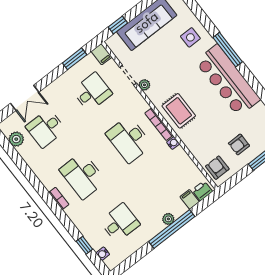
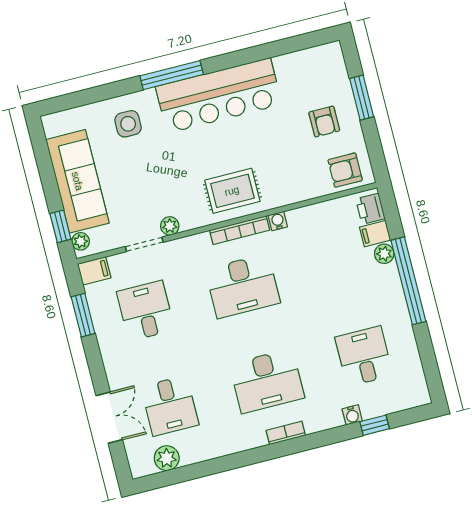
plant: (115, 40) -> (81, 241), added
plant: (168, 219) -> (384, 254), moved
water cooler: (103, 254) -> (352, 415), moved

